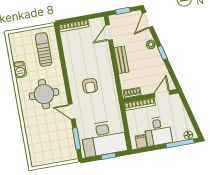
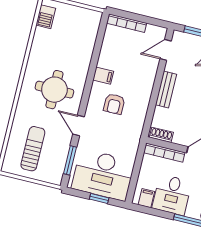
sun lounger: (44, 50) -> (33, 149), moved
barbecue: (20, 69) -> (46, 17), moved
filing cabinet: (74, 69) -> (103, 76), added

